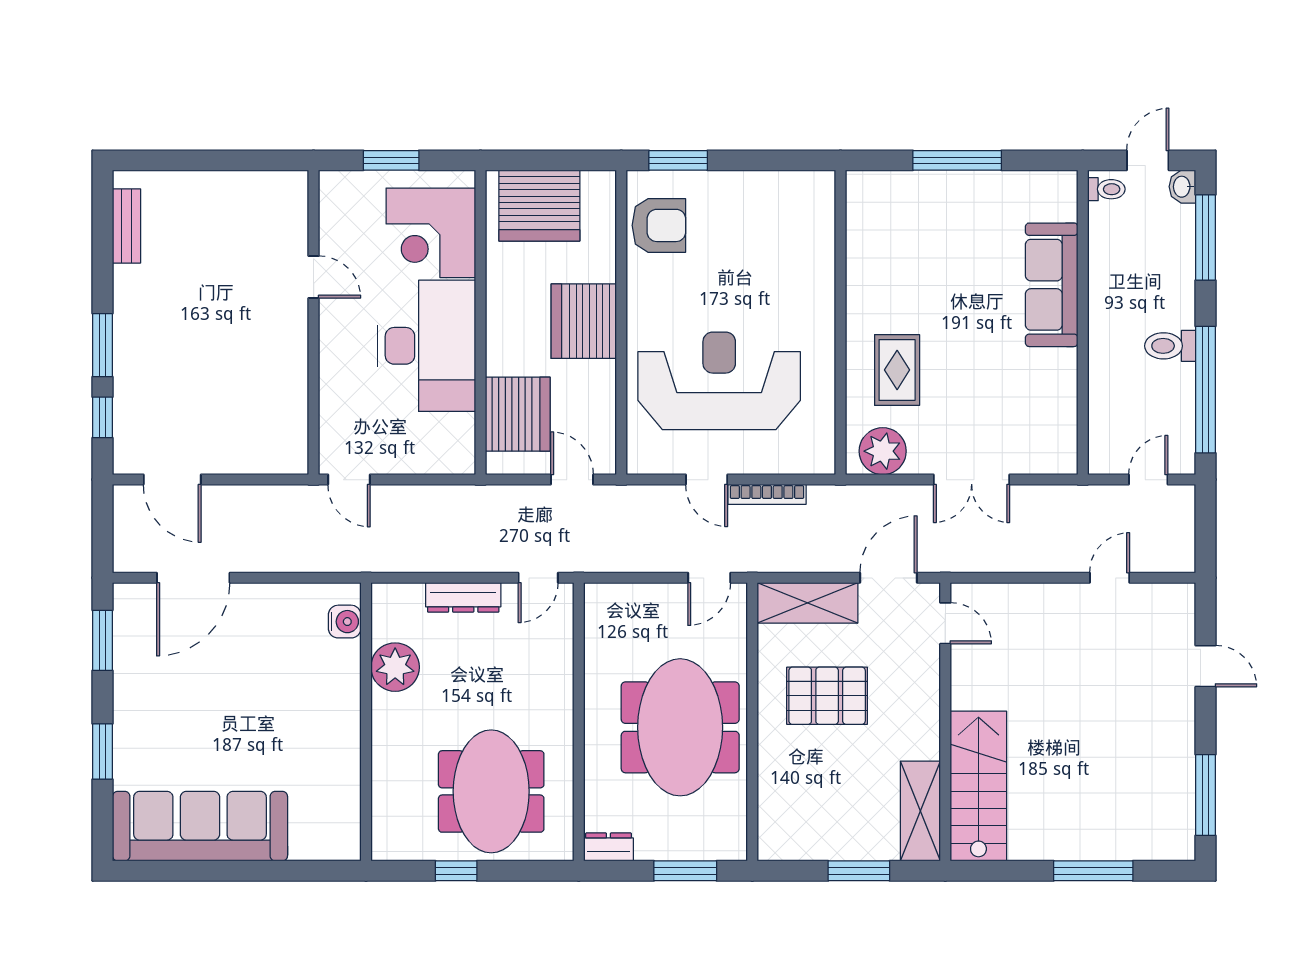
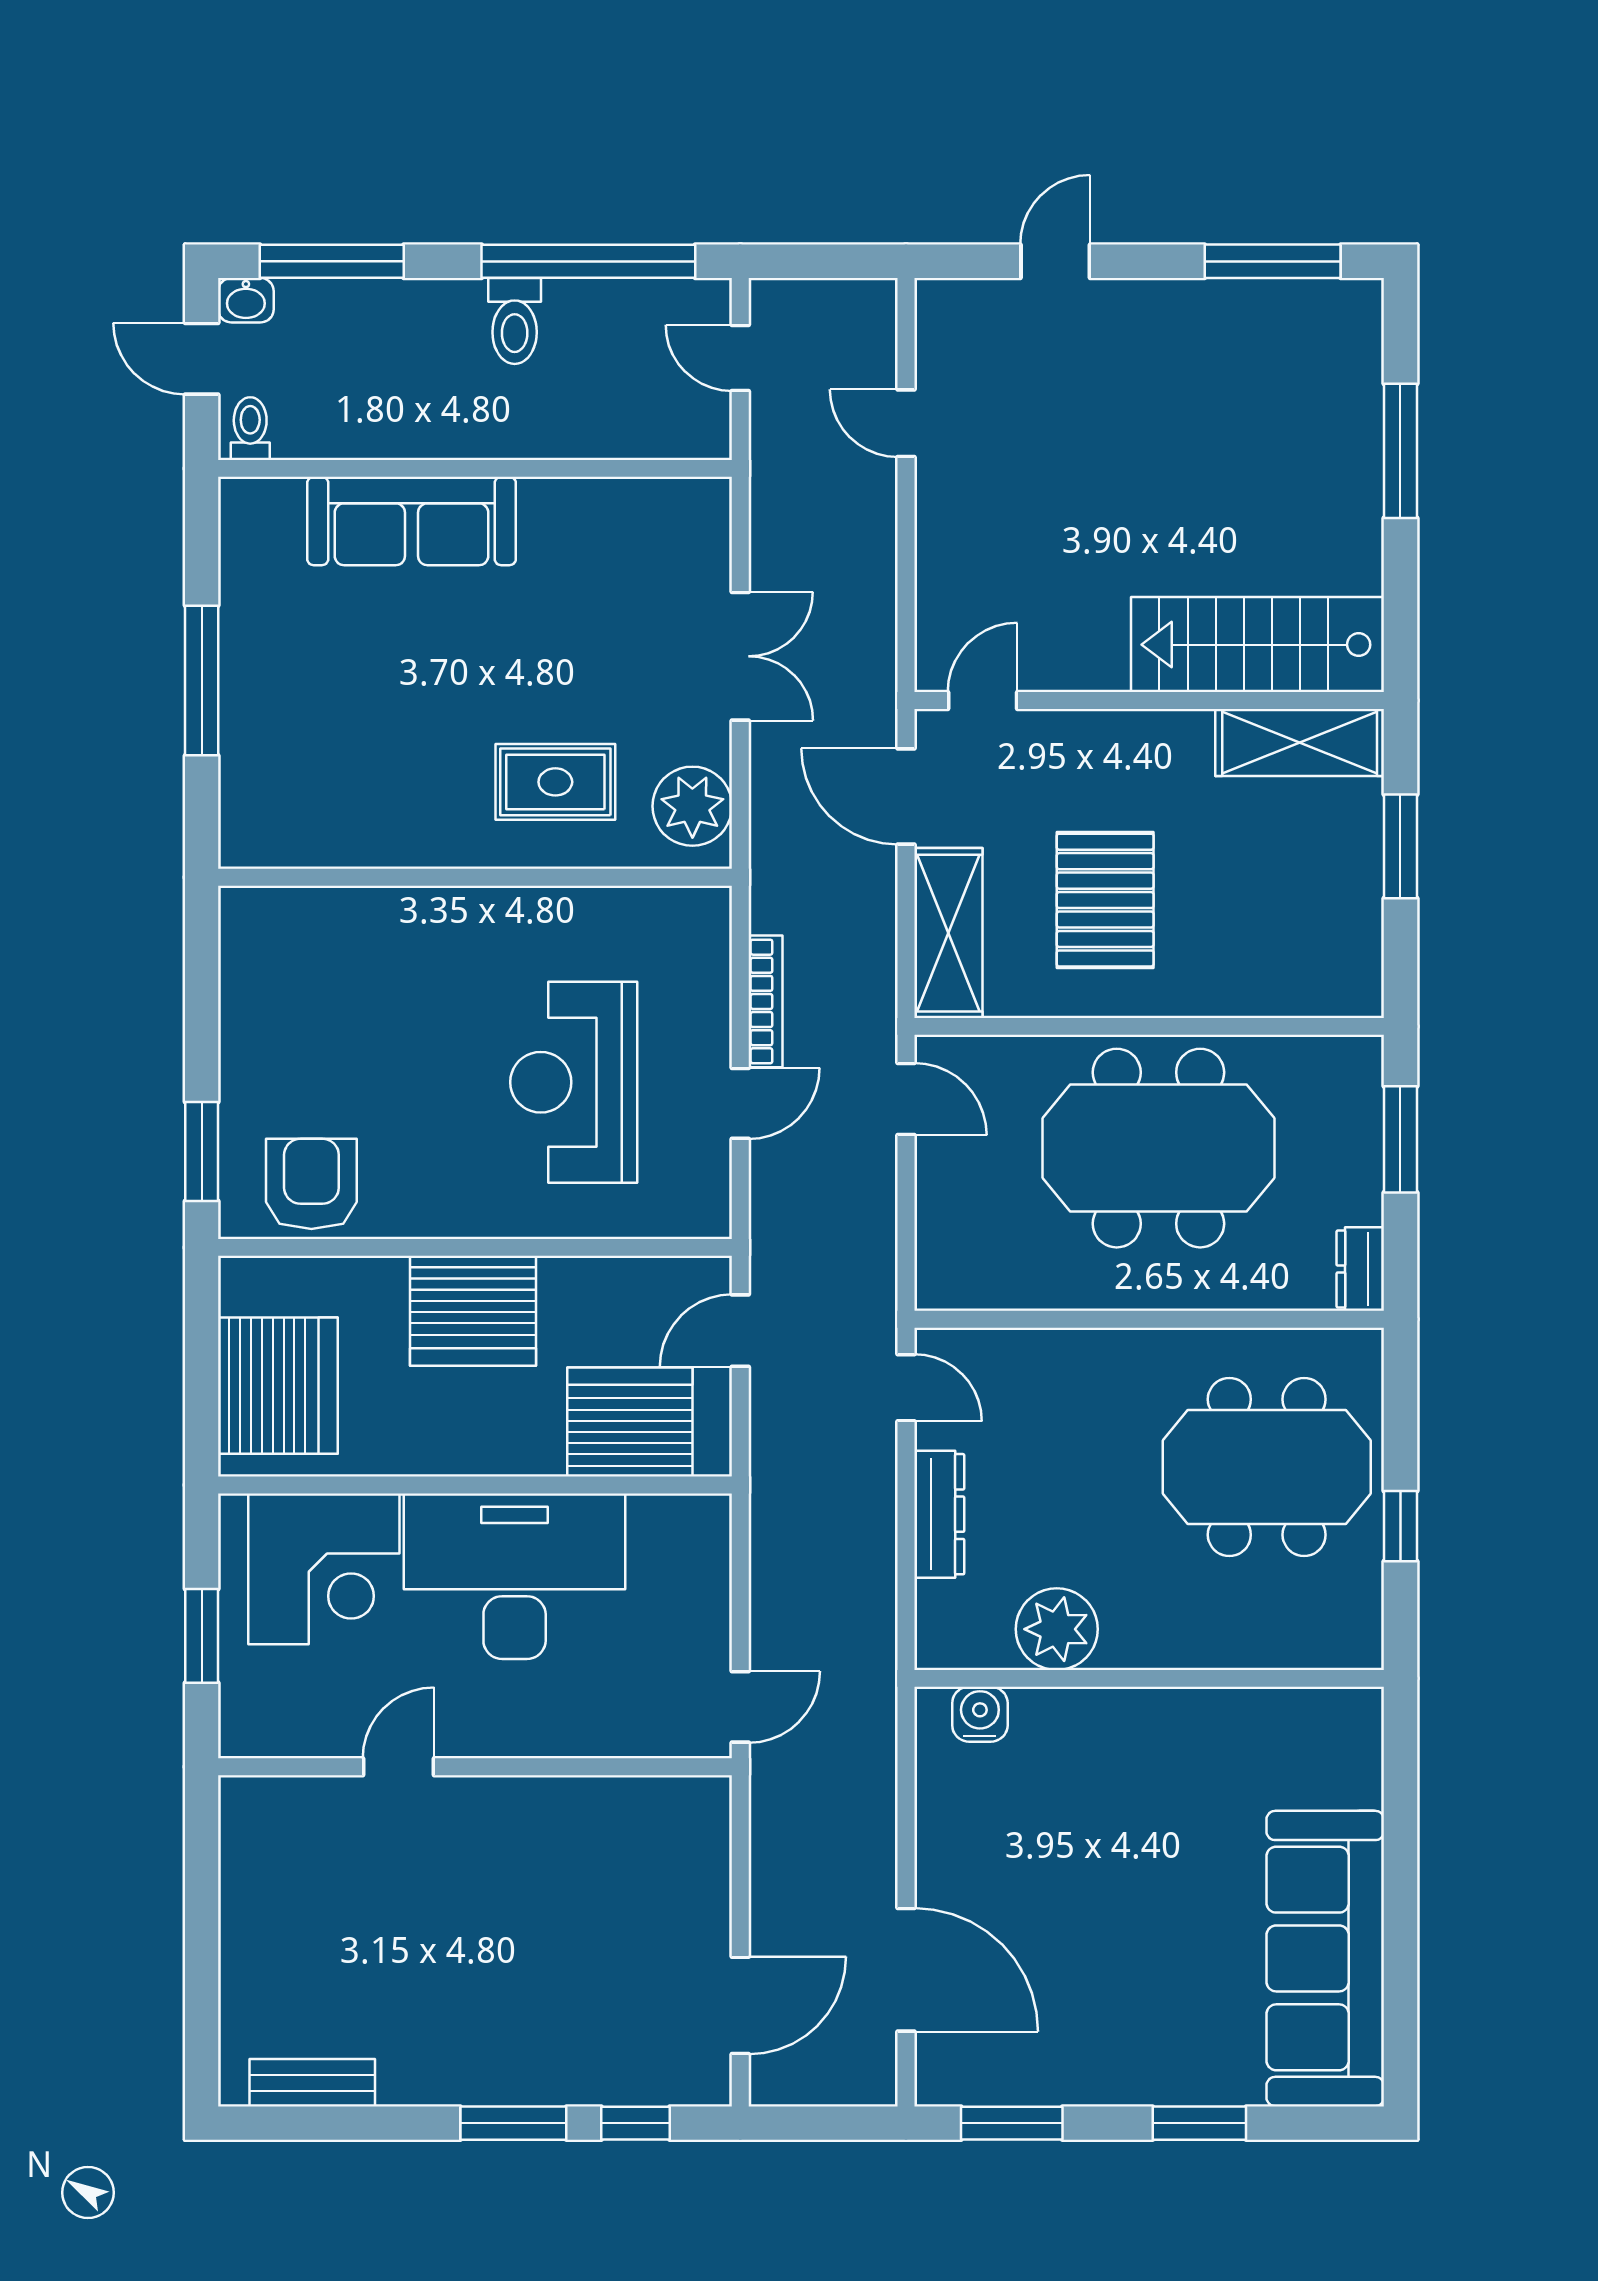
reception desk: (719, 381) -> (574, 1082), width x0.74, depth x0.77

